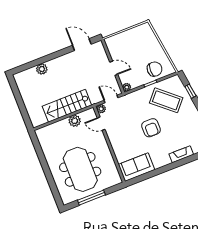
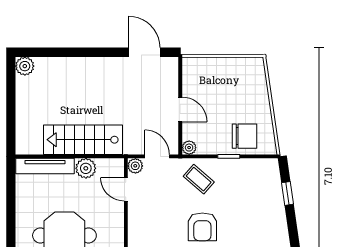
plant: (42, 69) -> (25, 66), moved
coffee table: (166, 100) -> (199, 179), moved, width x0.54, depth x0.58
tv unit: (52, 128) -> (45, 166), added

